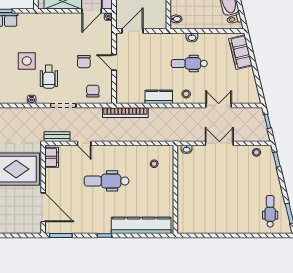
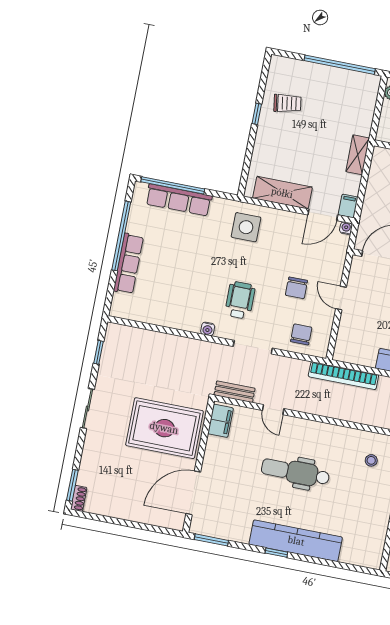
side table: (27, 61) -> (246, 227), moved
wheelchair: (49, 77) -> (240, 300), turned 180
door: (43, 207) -> (193, 493), swing flipped
kitchen counter: (141, 225) -> (296, 541), moved

